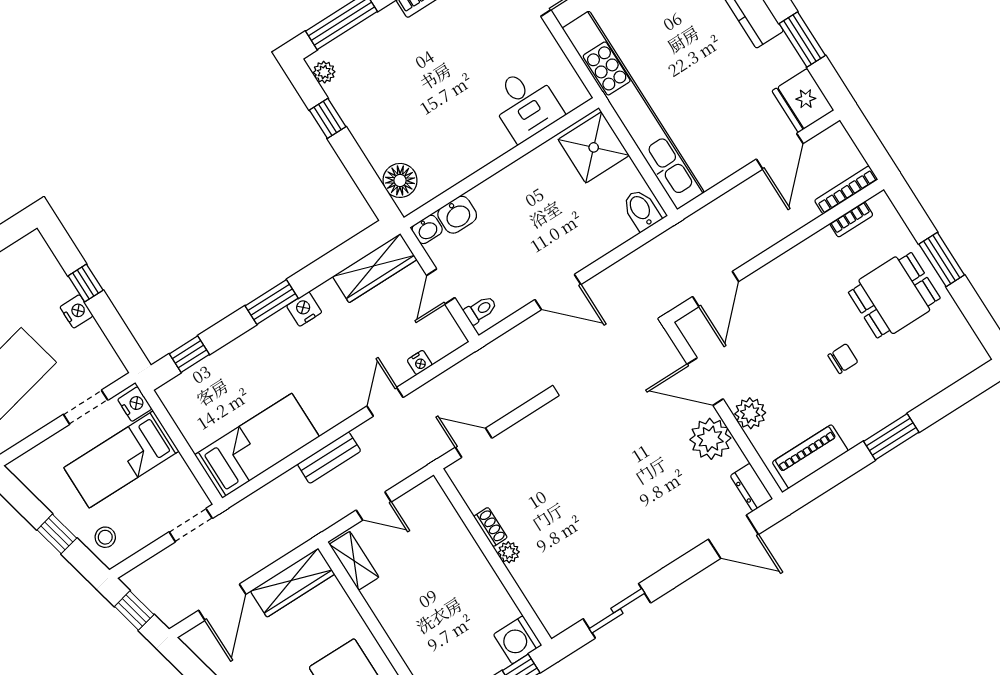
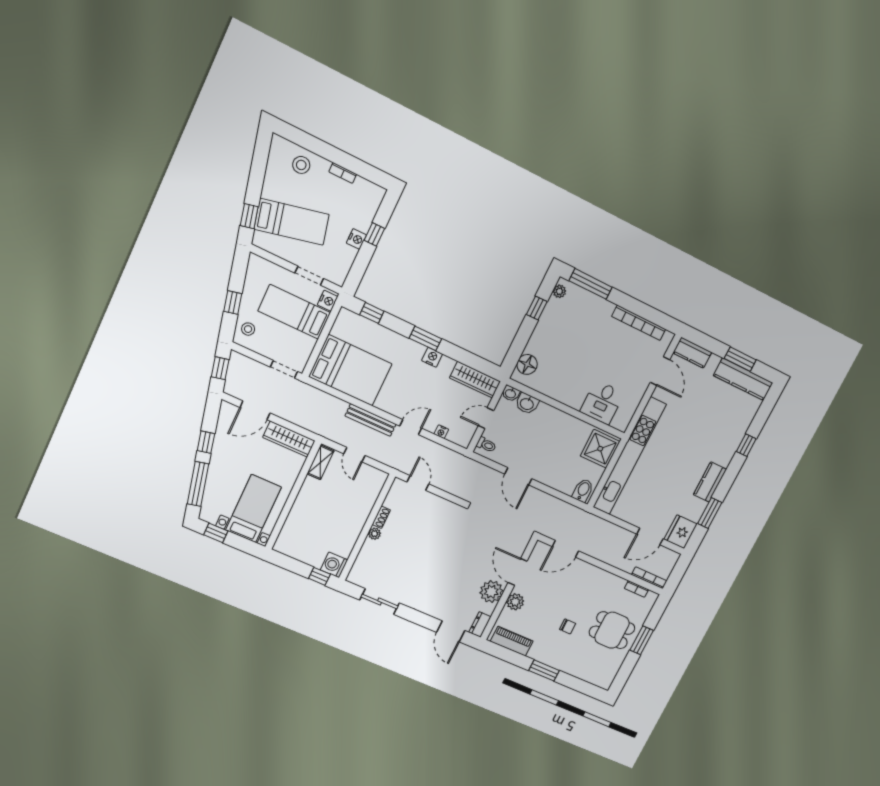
bed: (257, 446) -> (350, 370), width x1.50
bench: (329, 458) -> (371, 420), width x1.36

